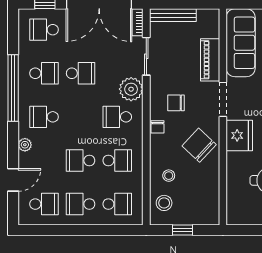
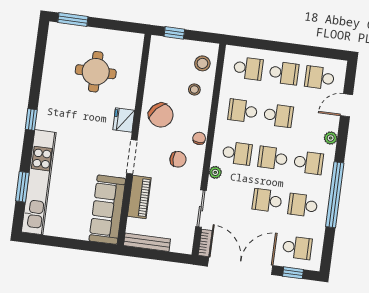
bench: (173, 15) -> (147, 242), moved
plant: (131, 89) -> (215, 172), width x0.53, depth x0.53
school desk: (81, 117) -> (273, 158), added
fridge: (239, 135) -> (124, 120), width x0.73, depth x0.75
school desk: (117, 204) -> (248, 68), turned 180
window: (182, 230) -> (174, 33), moved

